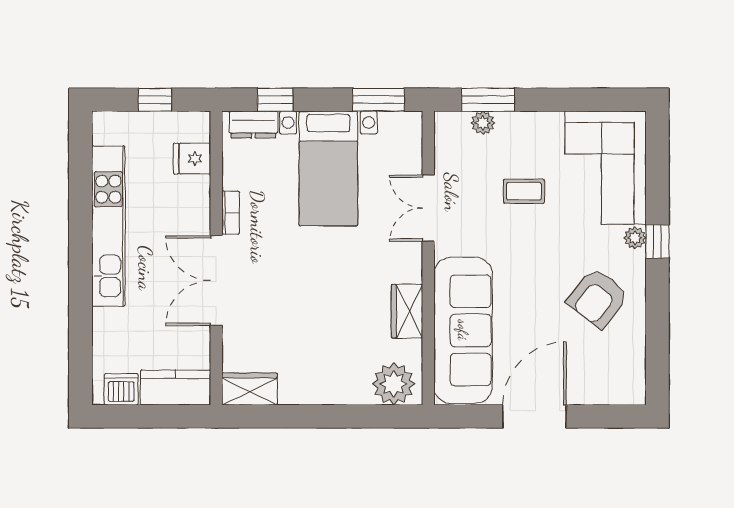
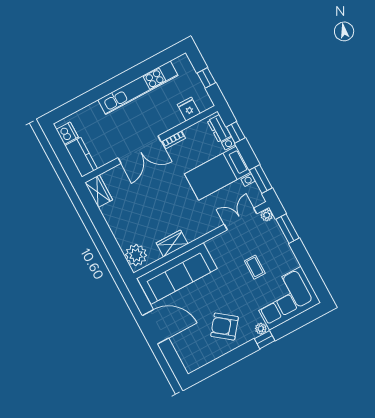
plant: (483, 123) -> (267, 215), moved
double door: (428, 208) -> (240, 219), moved
double door: (216, 281) -> (139, 150), swing flipped

